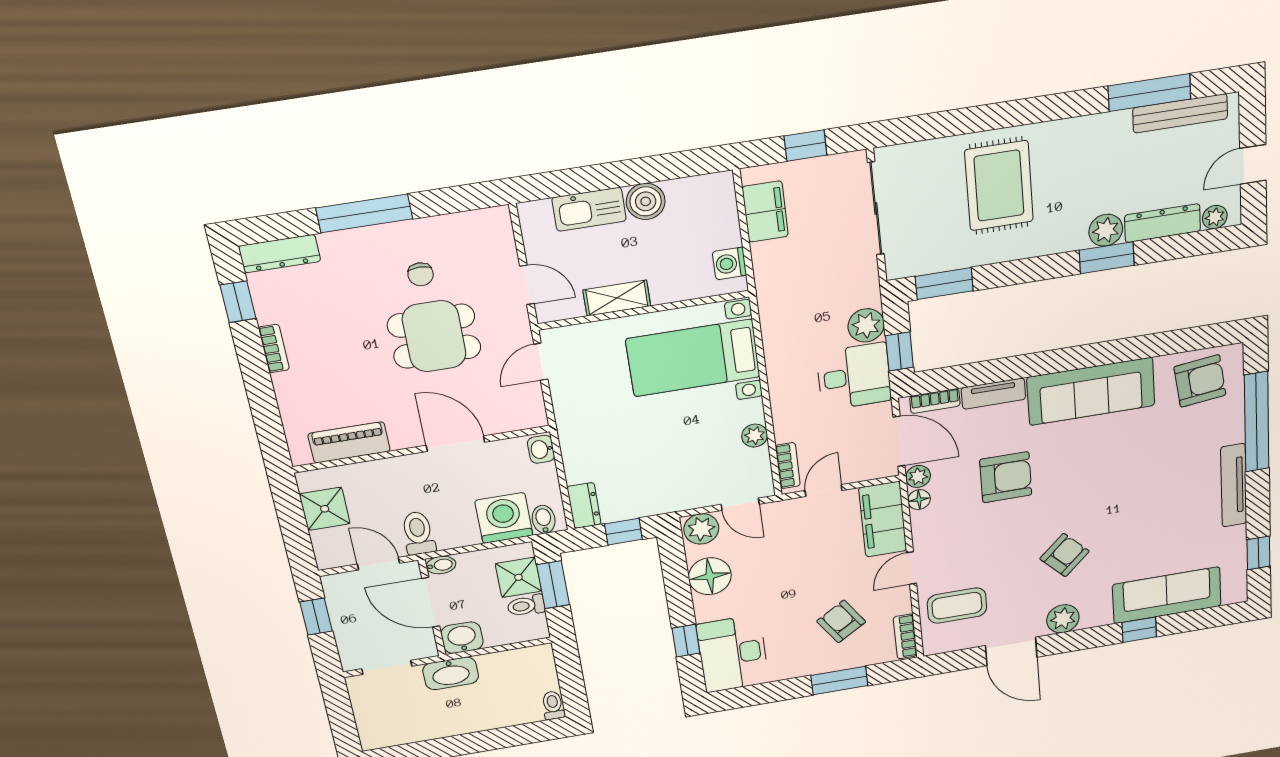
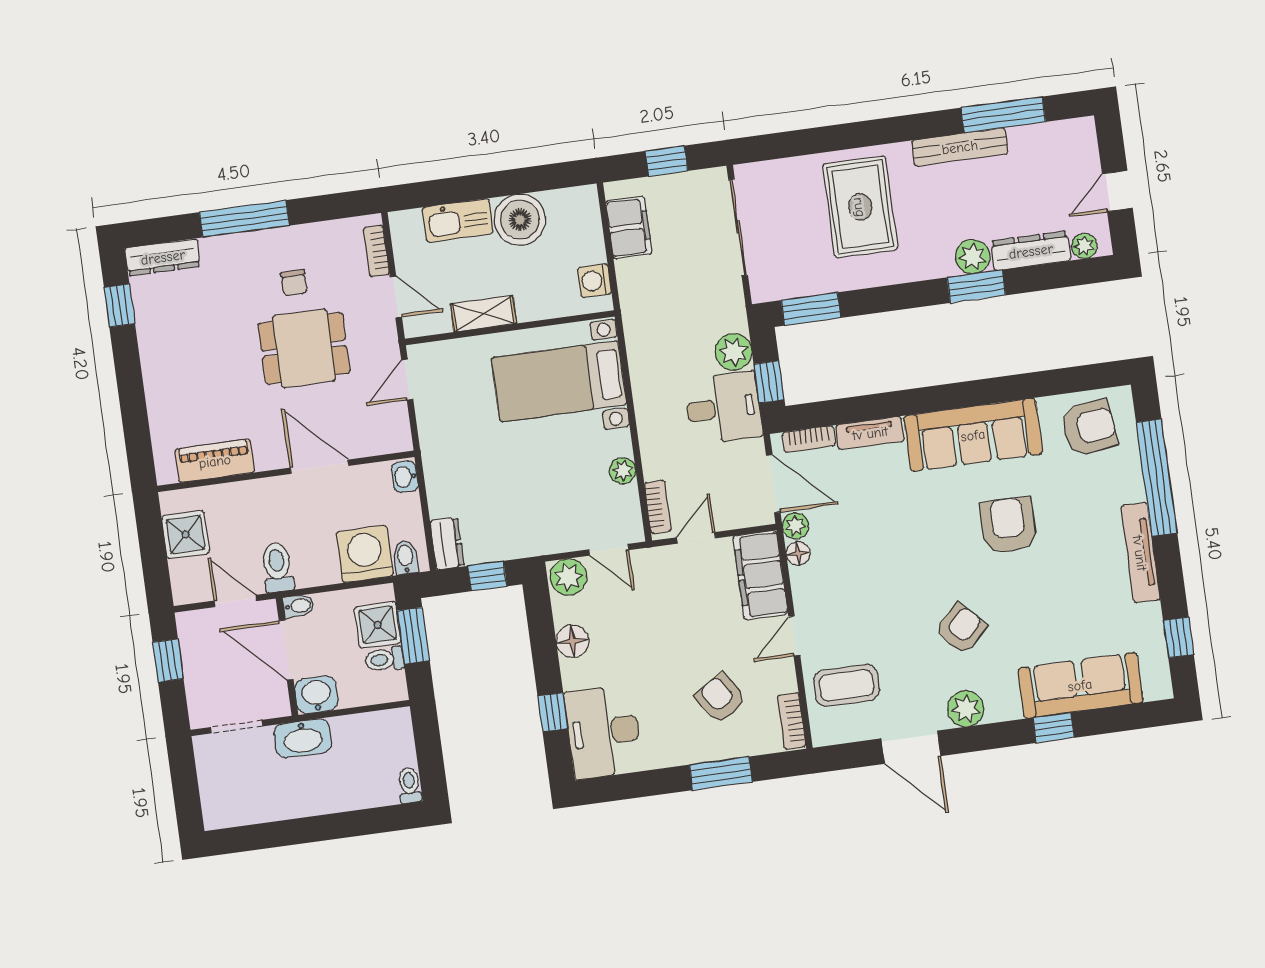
bench: (1180, 113) -> (960, 147), moved
boiler: (646, 201) -> (520, 220), width x1.37, depth x1.37
bookcase: (274, 349) -> (376, 251), moved, turned 180
armchair: (1006, 477) -> (1008, 525), moved, turned -90
floor lamp: (710, 576) -> (573, 641), width x0.73, depth x0.73

